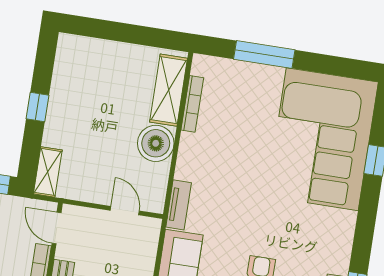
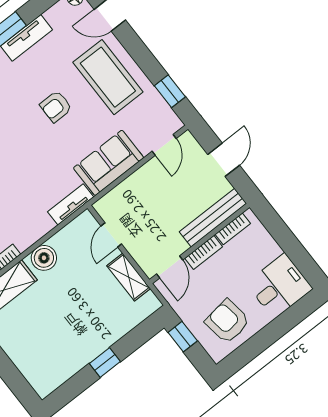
boiler: (156, 143) -> (44, 258), width x0.73, depth x0.73
shelving: (48, 172) -> (129, 277), moved, turned 90

